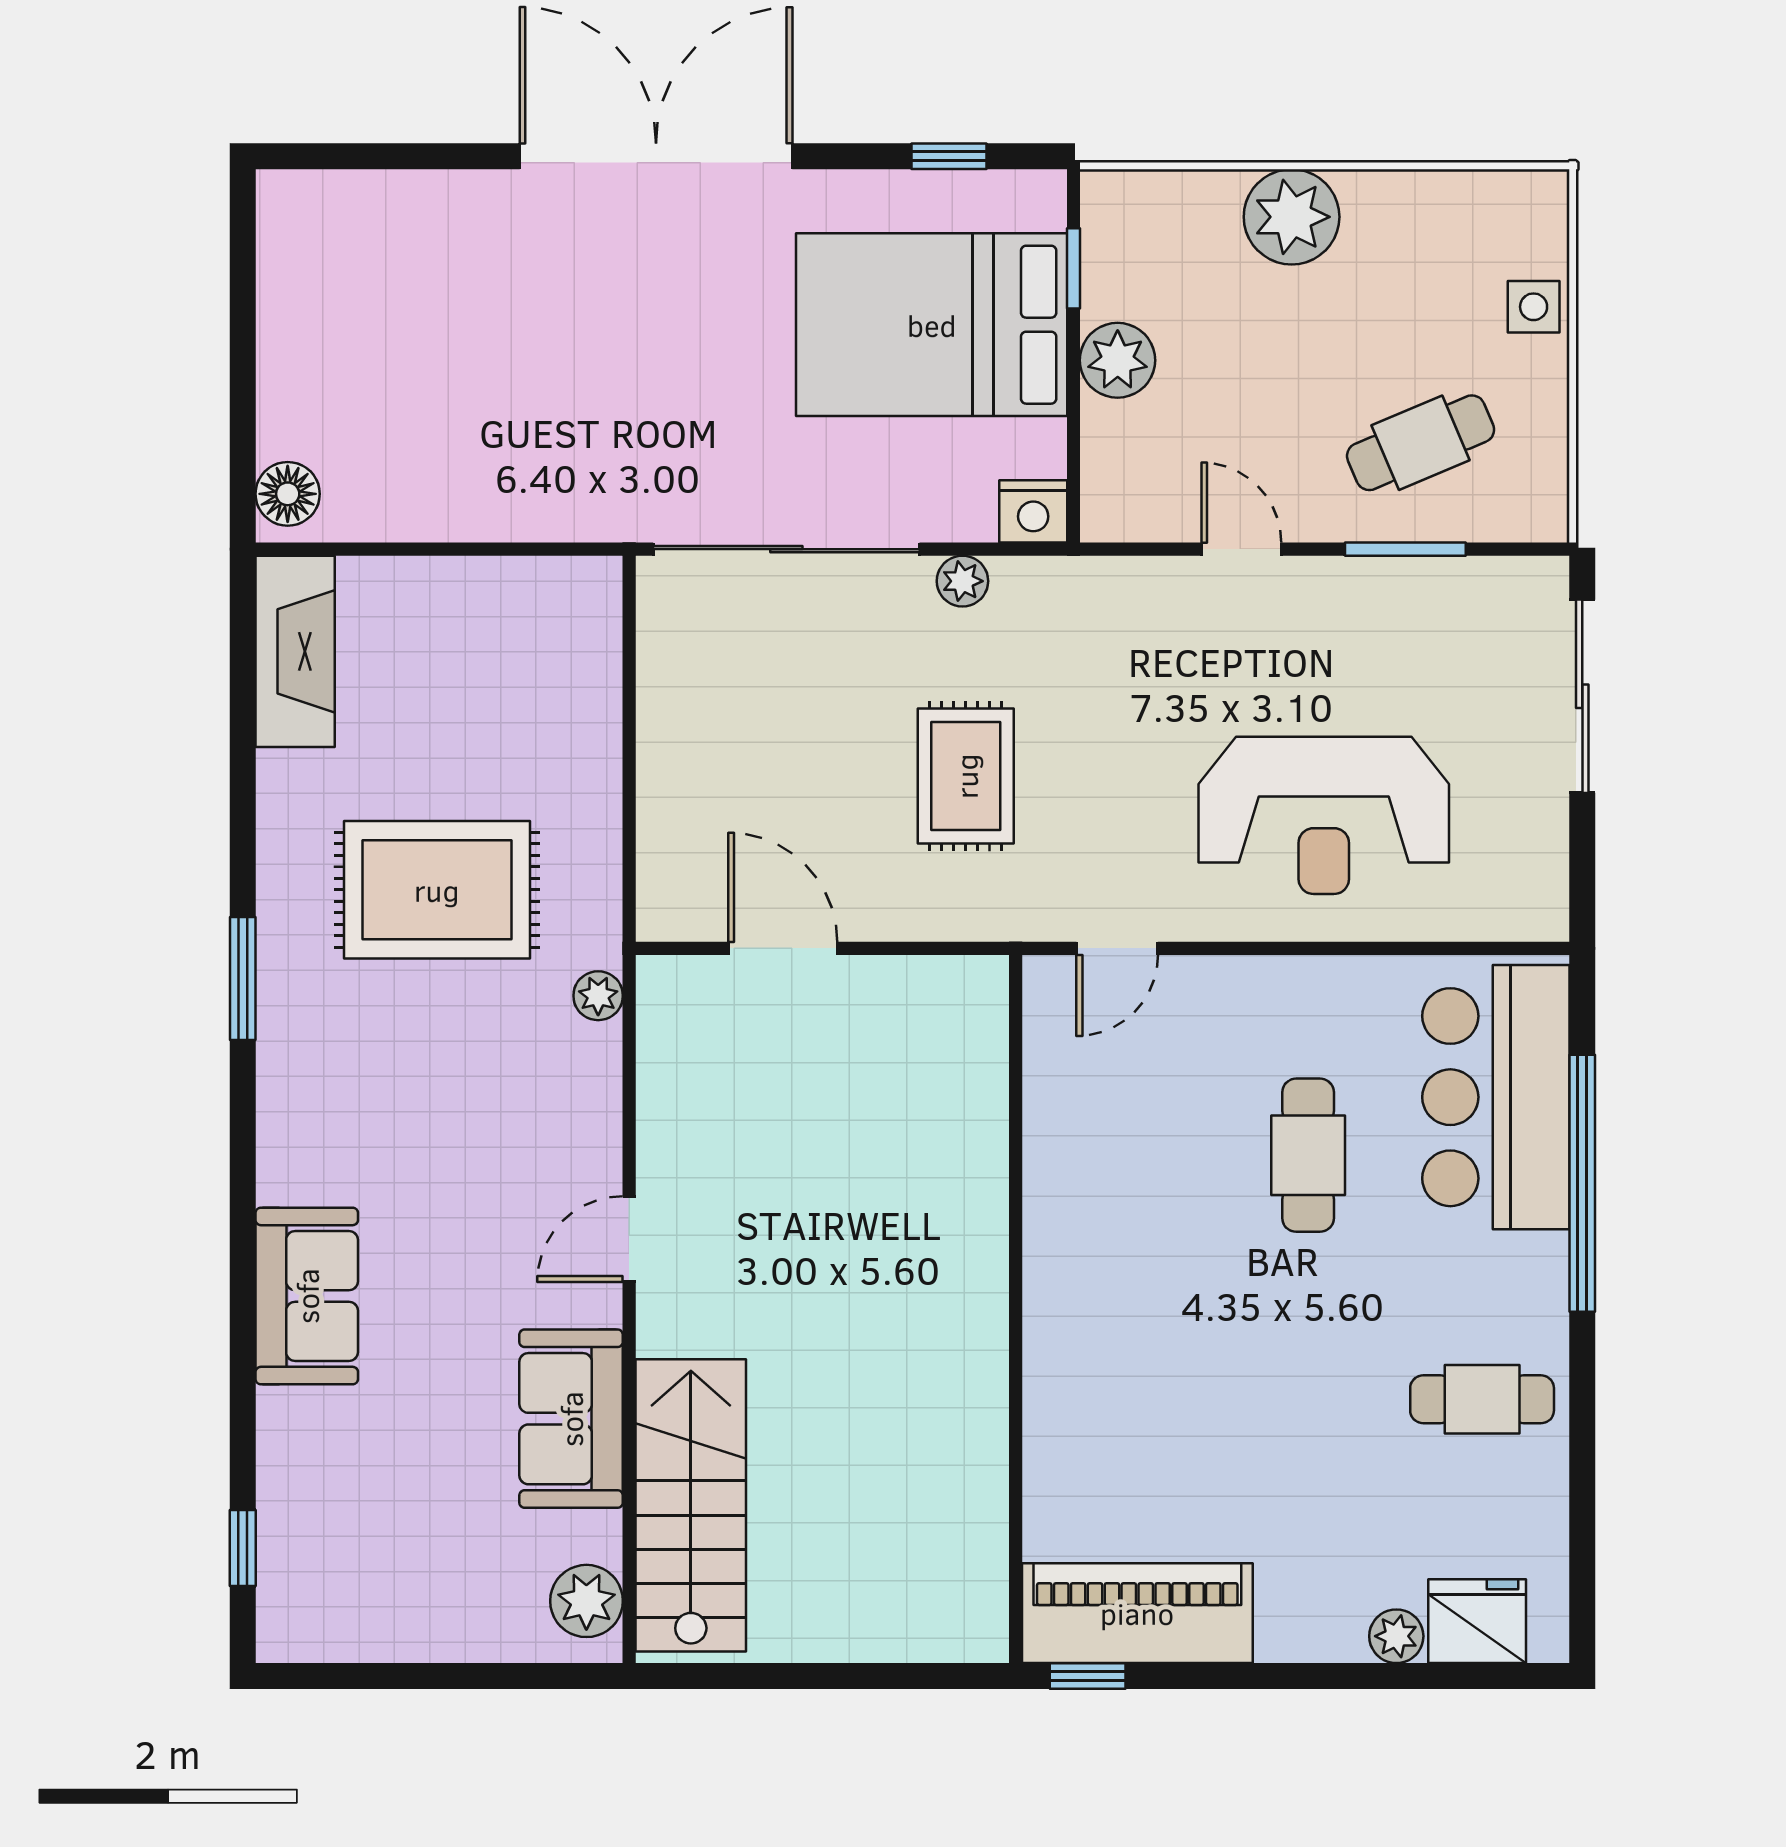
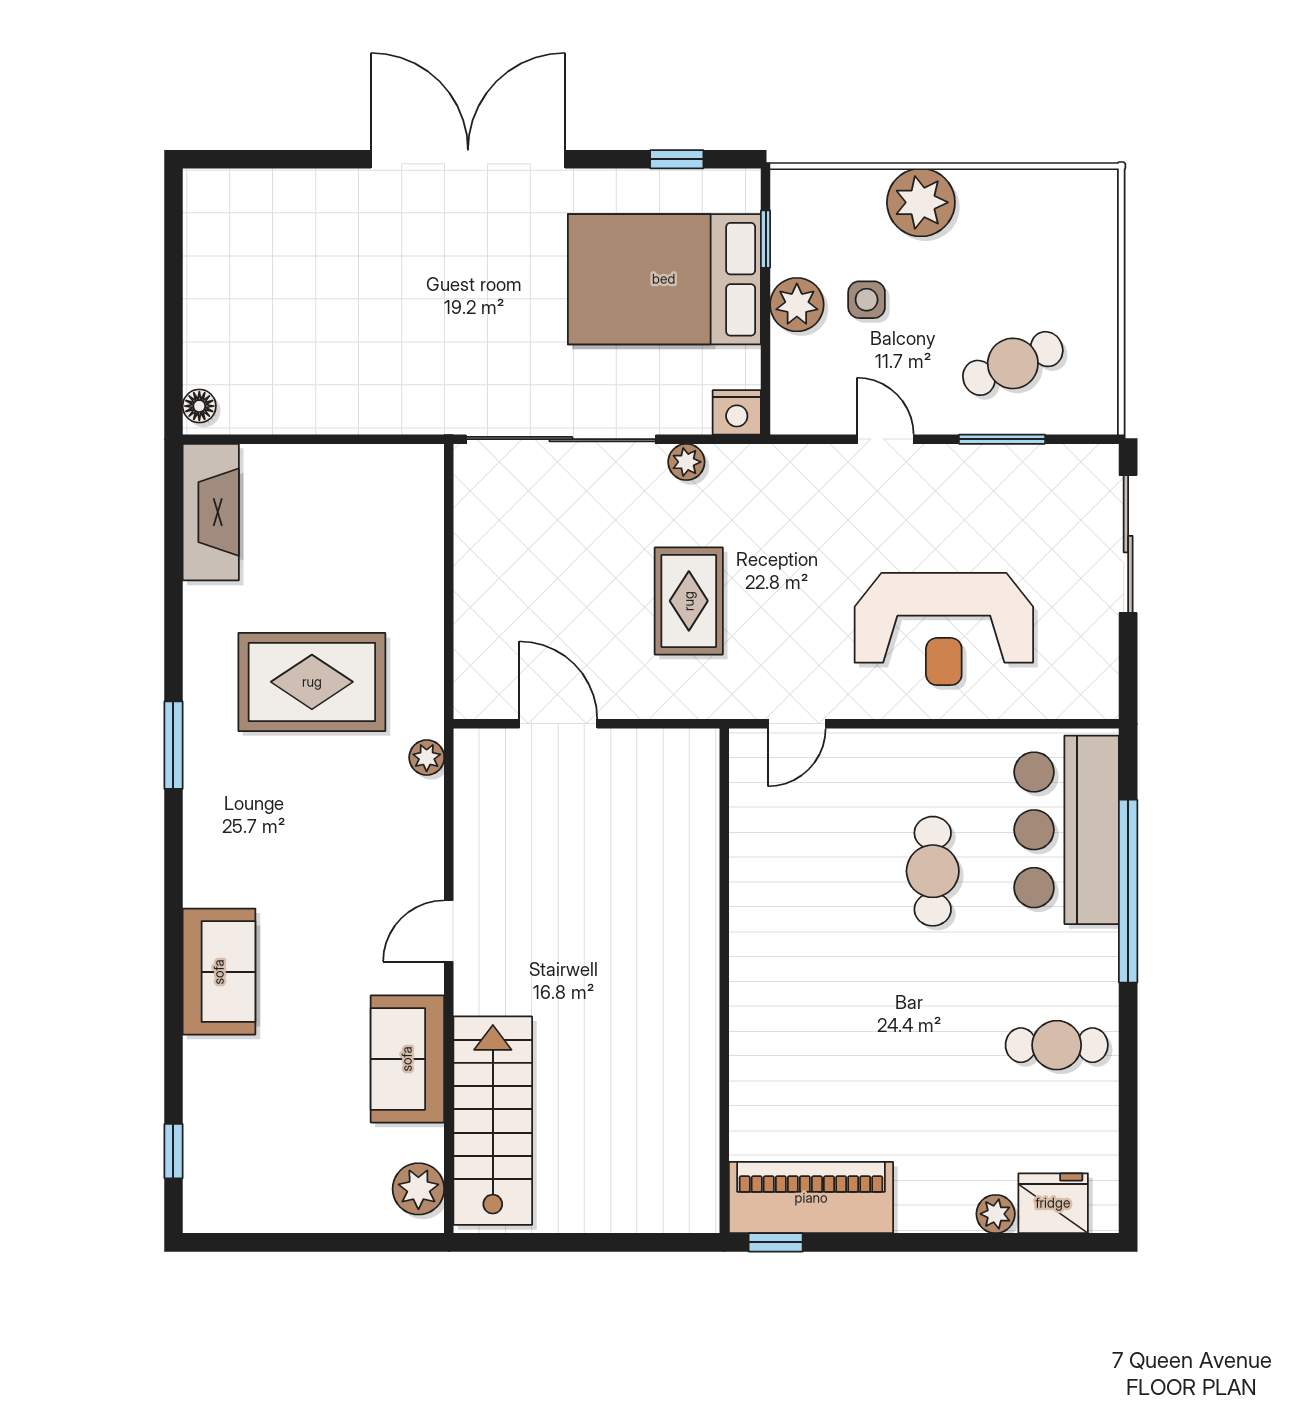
side table: (1534, 307) -> (867, 300), moved
floor lamp: (288, 494) -> (199, 406), width x0.73, depth x0.73

